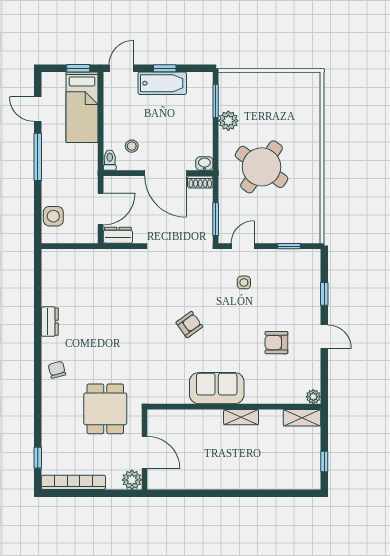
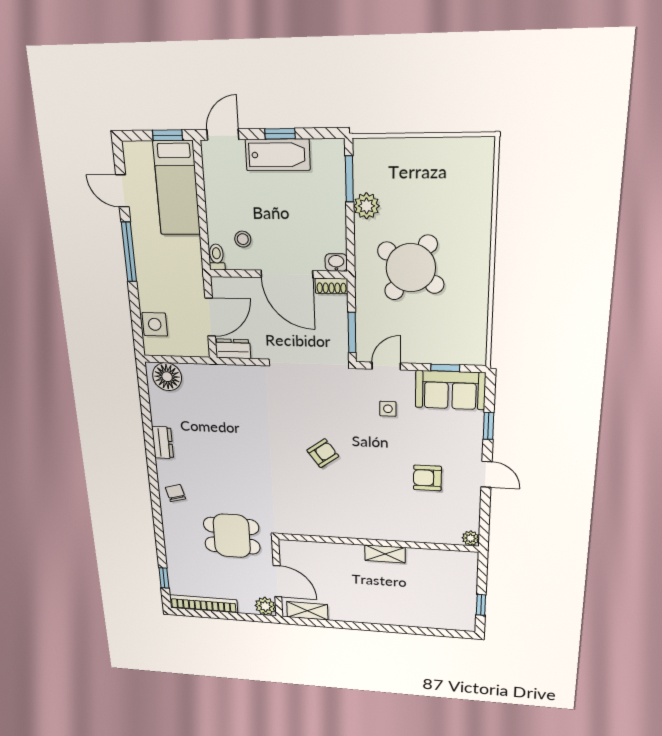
floor lamp: (60, 261) -> (167, 377), added
sofa: (217, 388) -> (450, 390), moved, turned 180
dining table: (105, 409) -> (232, 536), turned 90
shelving: (302, 418) -> (307, 611), moved

